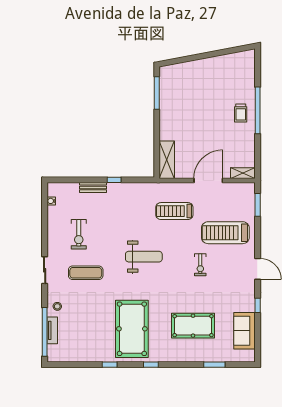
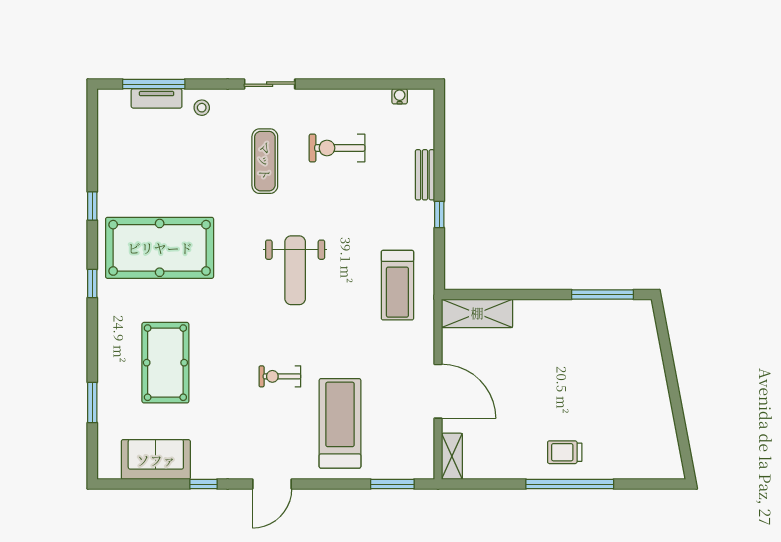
treadmill: (174, 211) -> (397, 285), moved, turned 180
window: (45, 332) -> (154, 84), width x0.68

